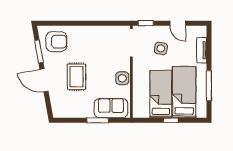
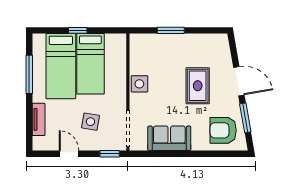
sofa: (111, 108) -> (169, 138), moved, turned 180

